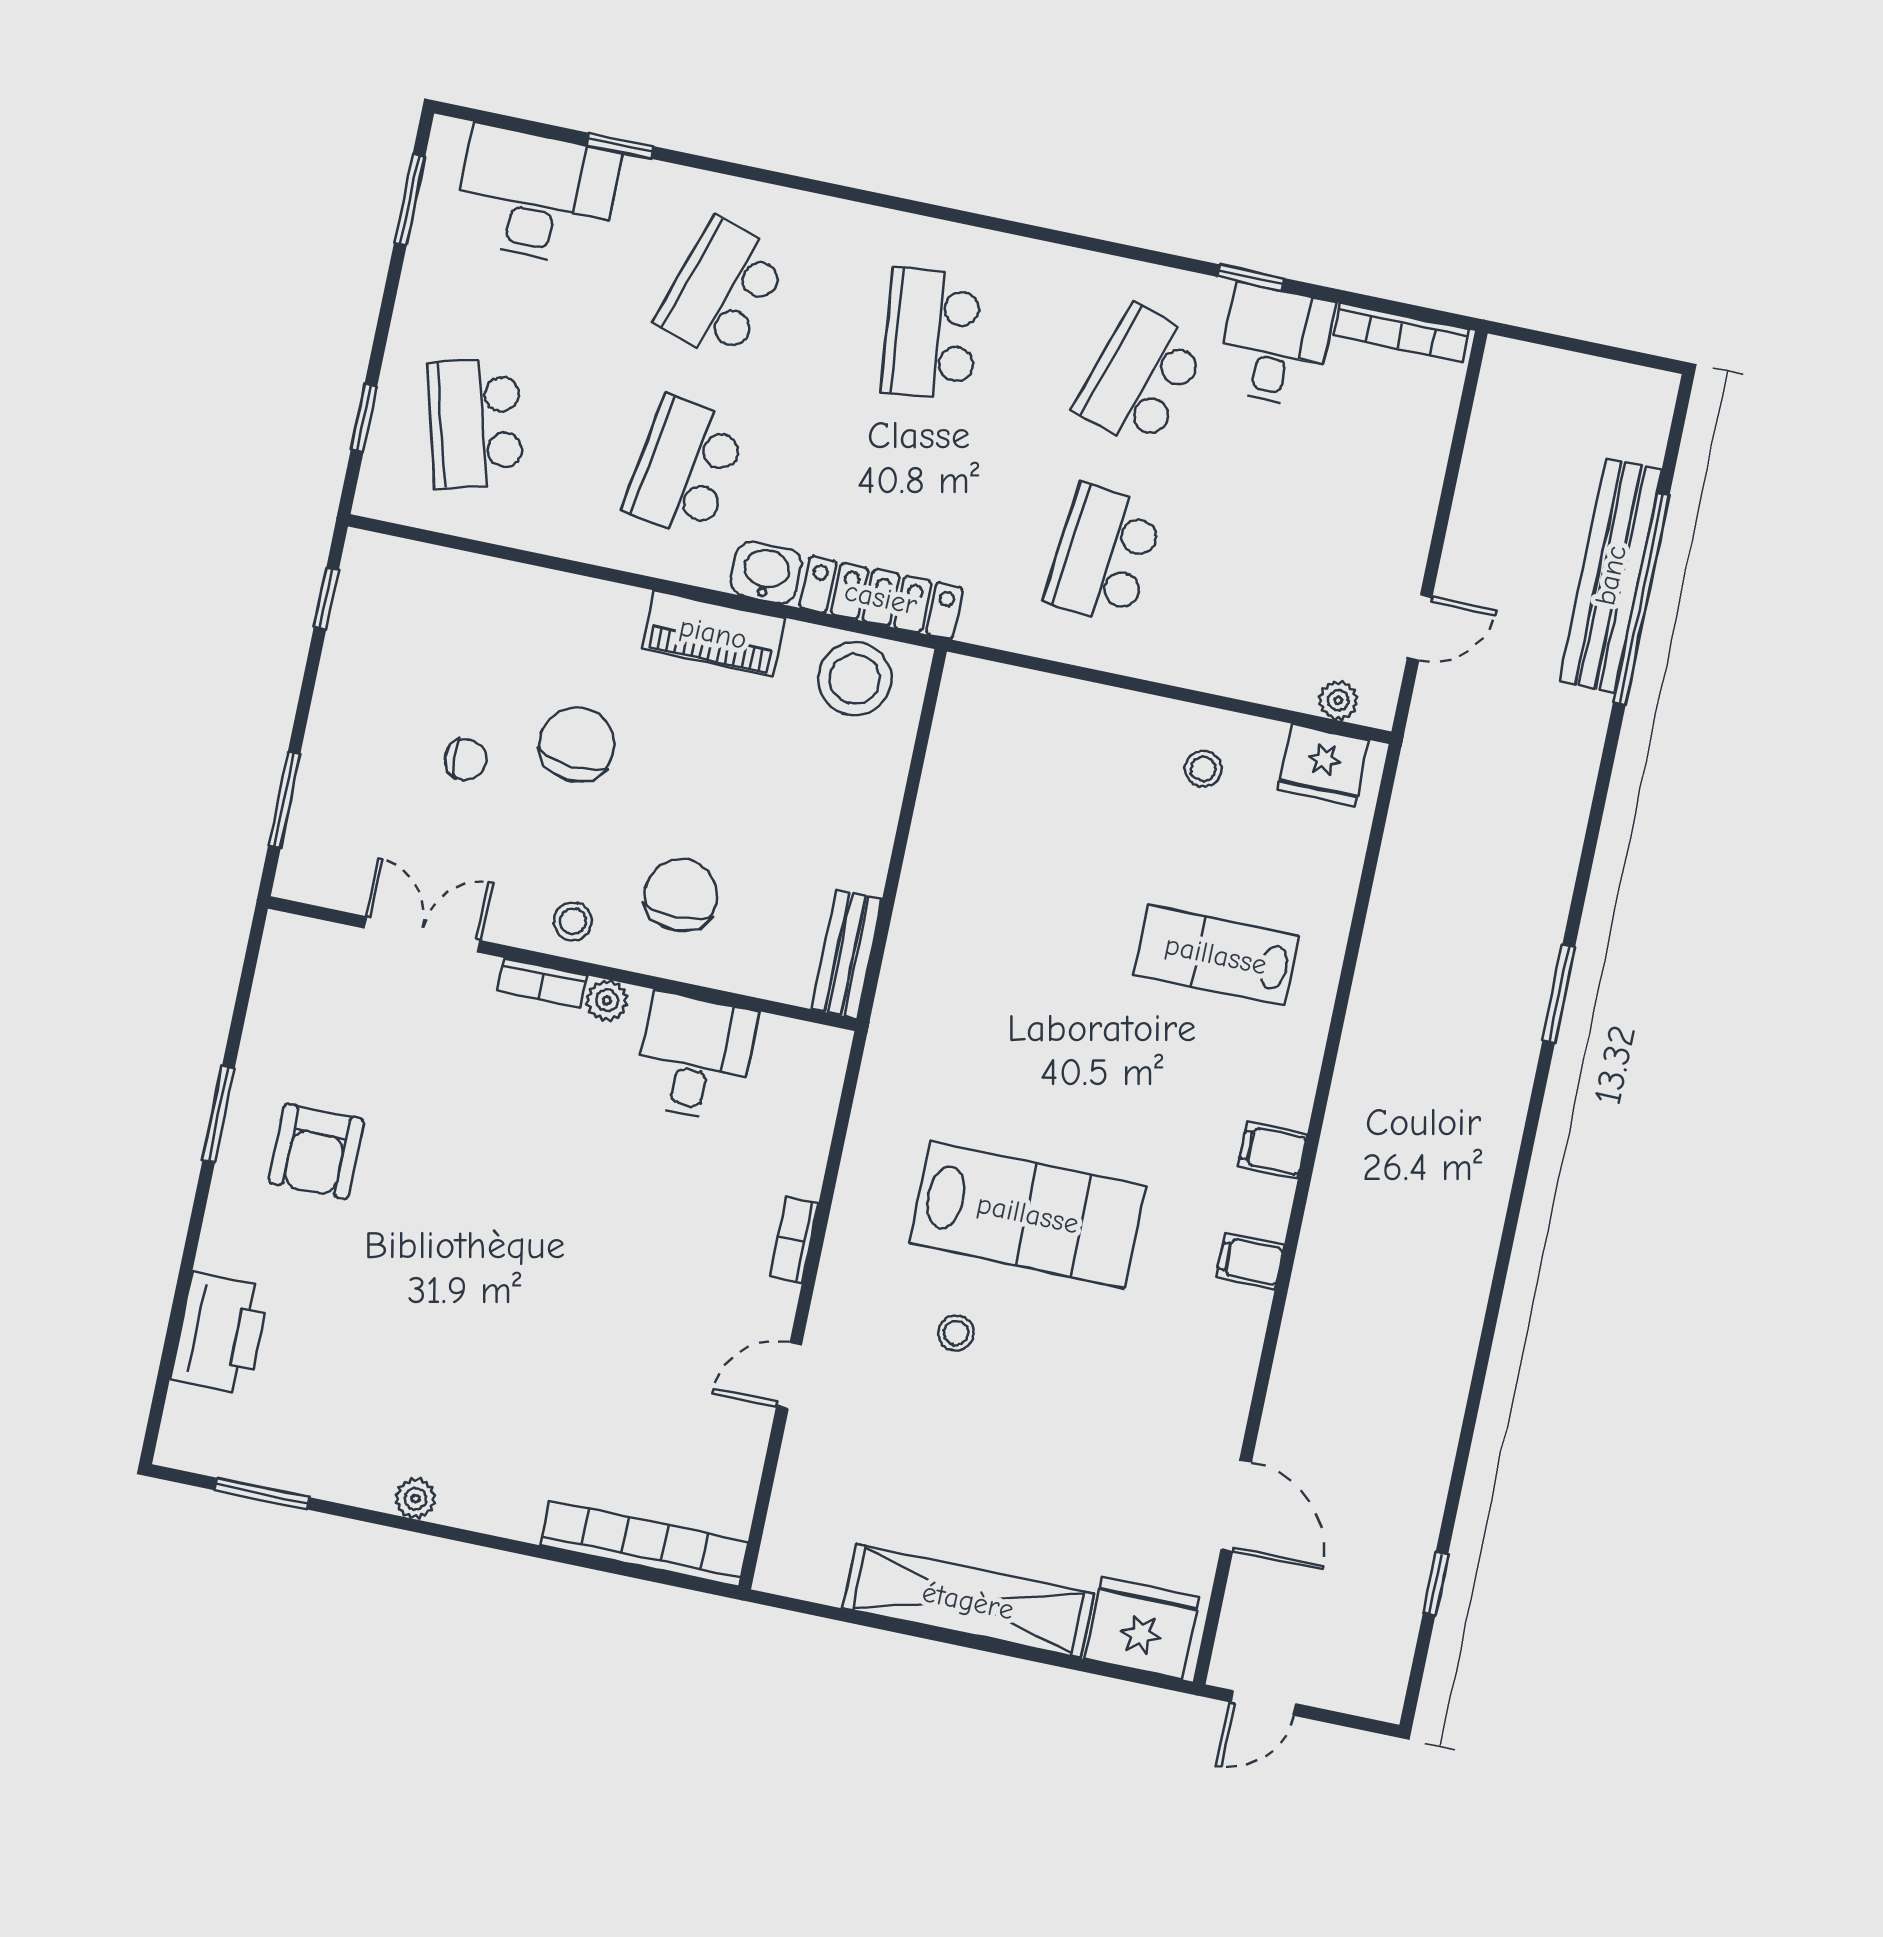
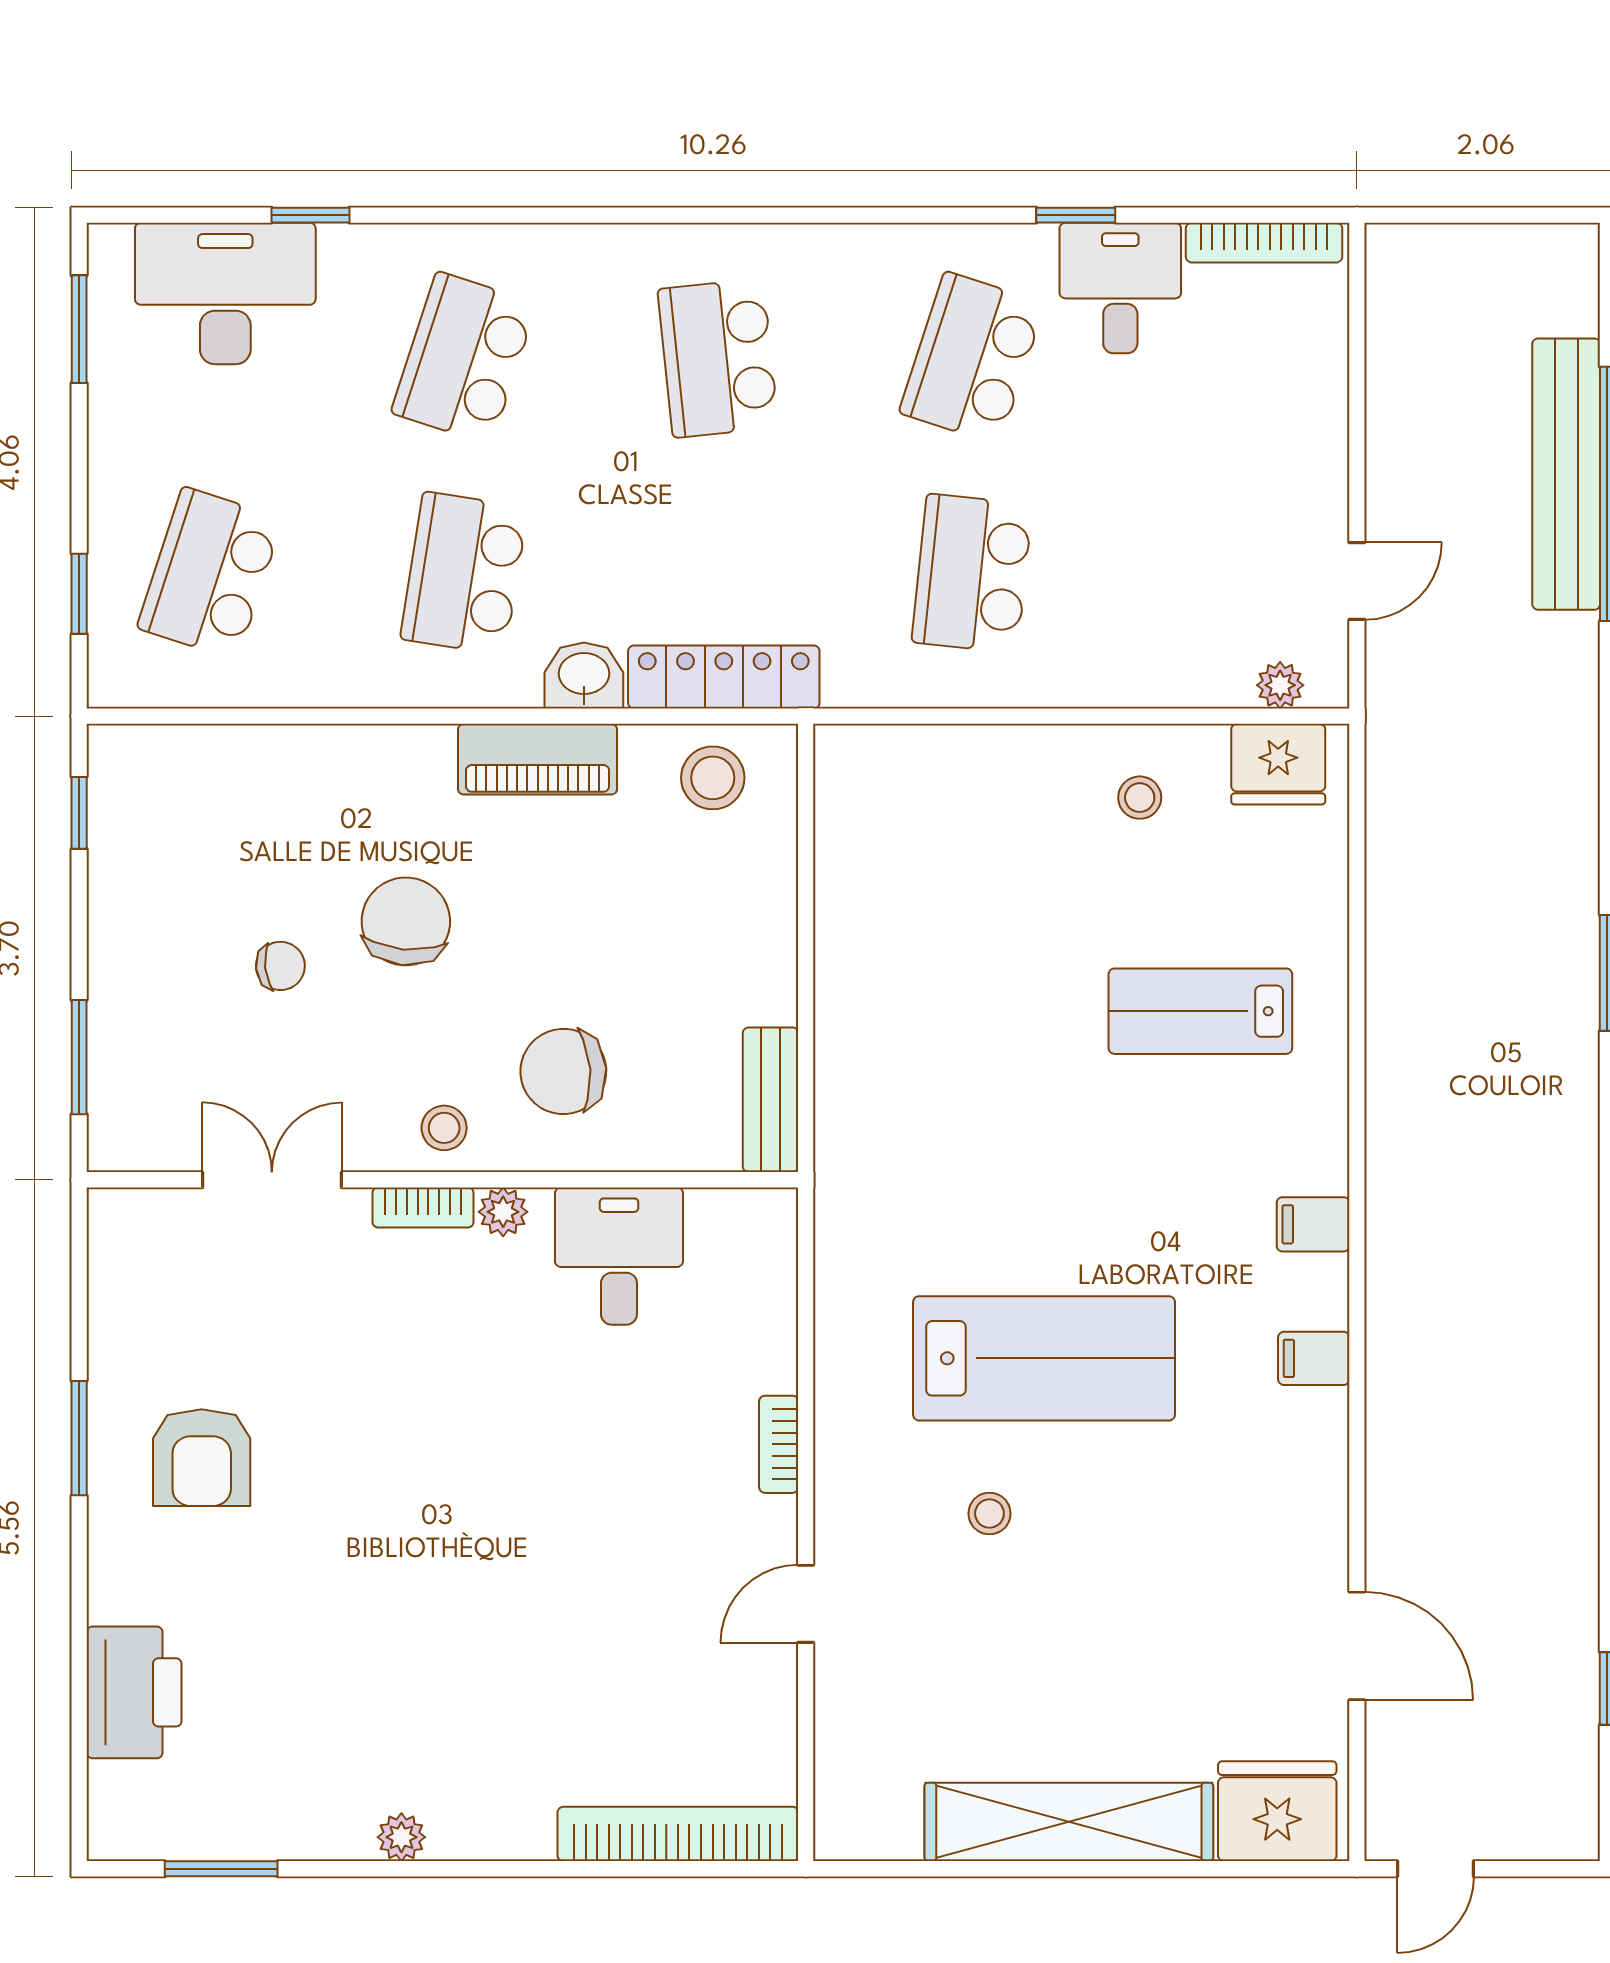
school desk: (475, 424) -> (210, 573), turned 33
stool: (855, 679) -> (713, 778), width x0.73, depth x0.73
chair: (681, 895) -> (563, 1071), turned -94

